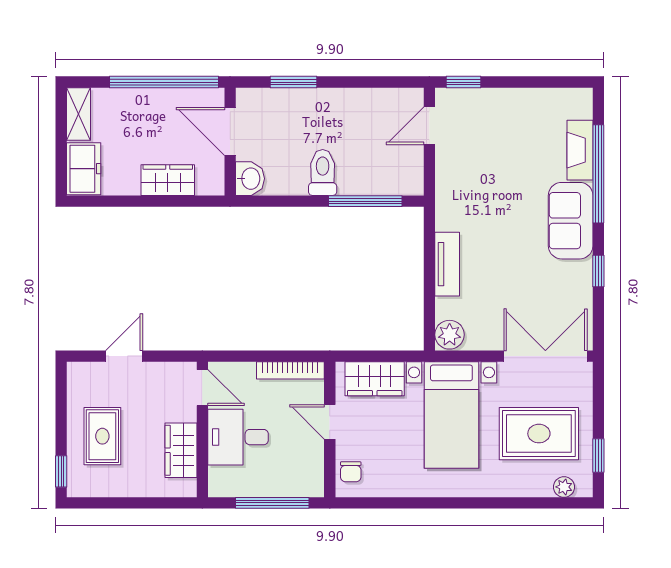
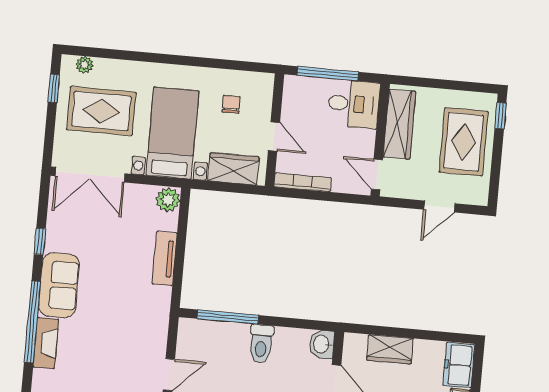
rug: (102, 436) -> (464, 142), width x1.36, depth x1.43
desk: (238, 437) -> (354, 104), moved
wardrobe: (181, 450) -> (399, 124), width x1.50
chair: (351, 472) -> (231, 104), moved

